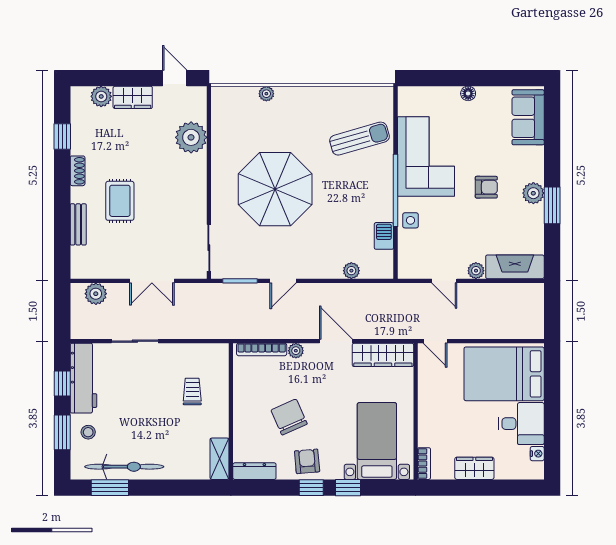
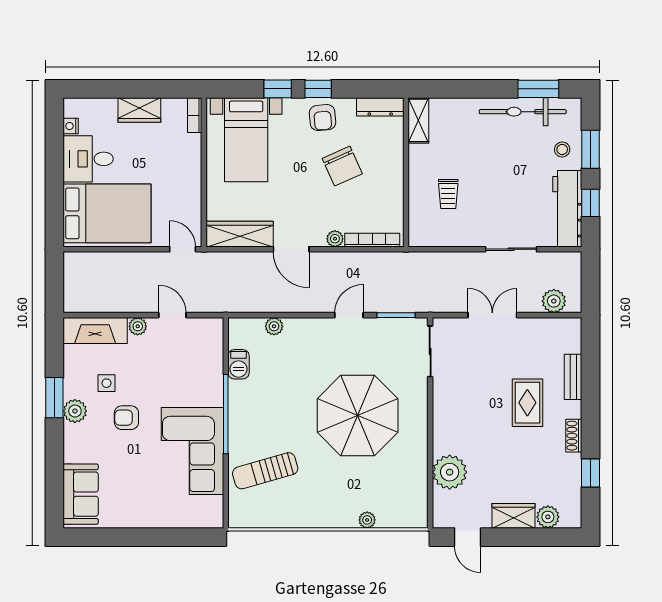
floor lamp: (468, 93) -> (146, 520), removed
side table: (410, 220) -> (106, 383), moved

